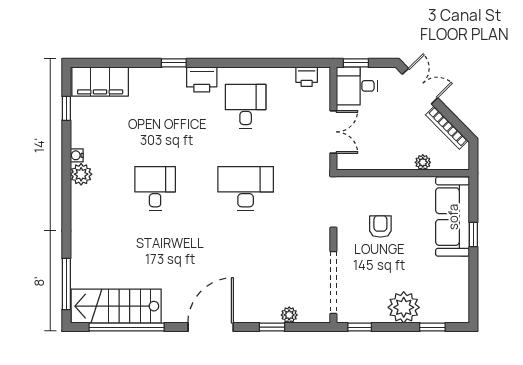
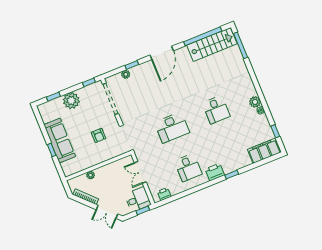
sofa: (453, 217) -> (60, 141), moved

